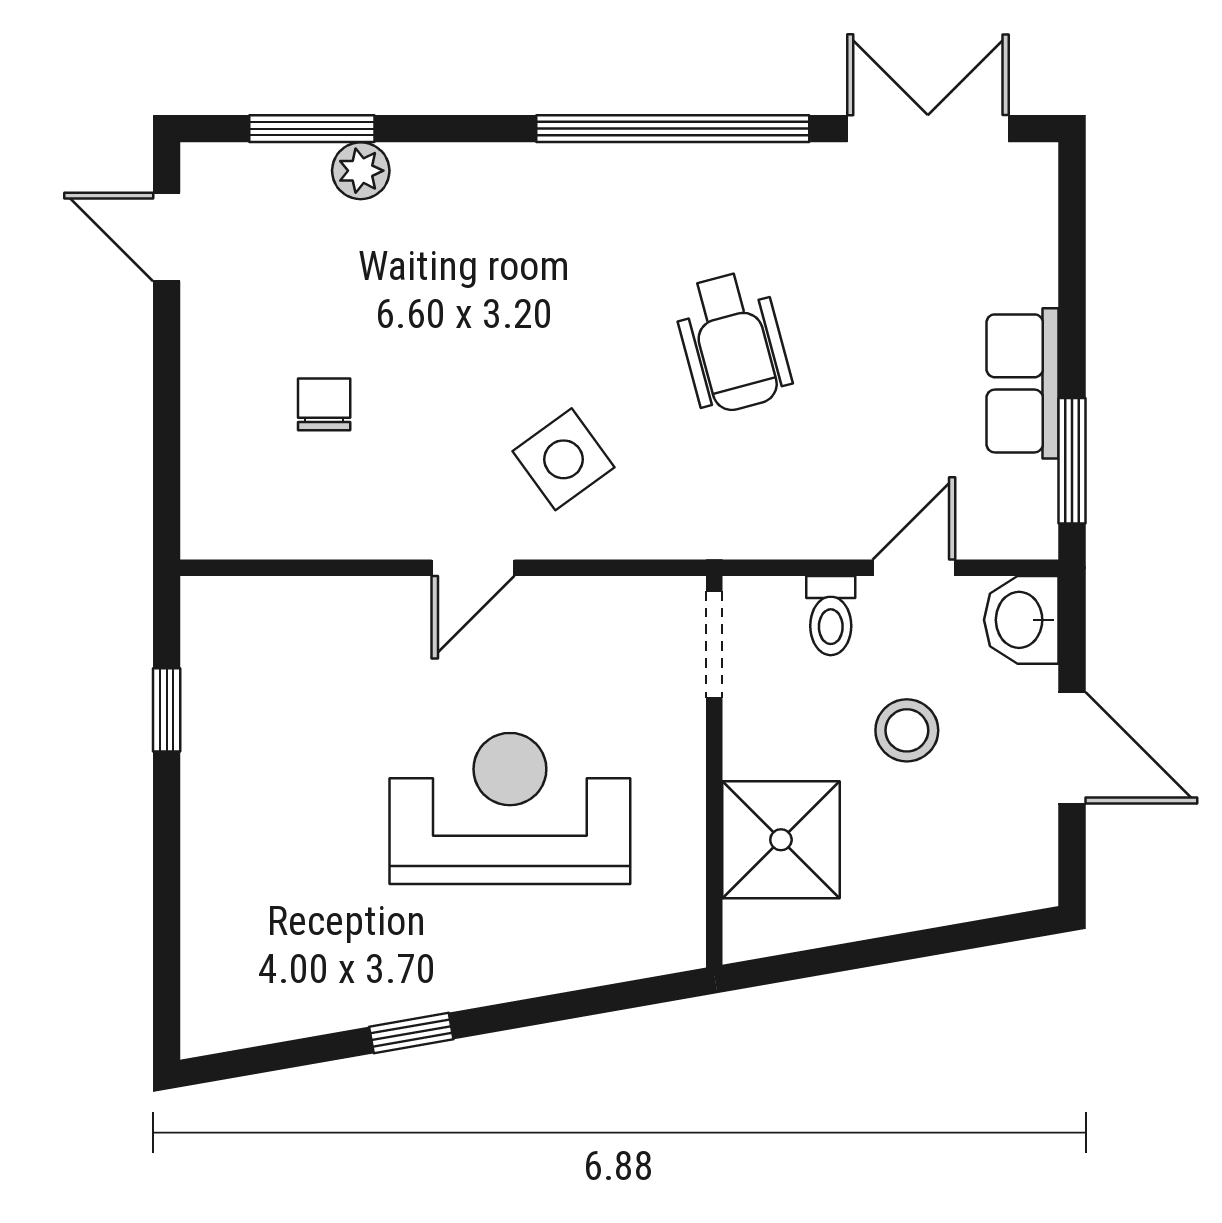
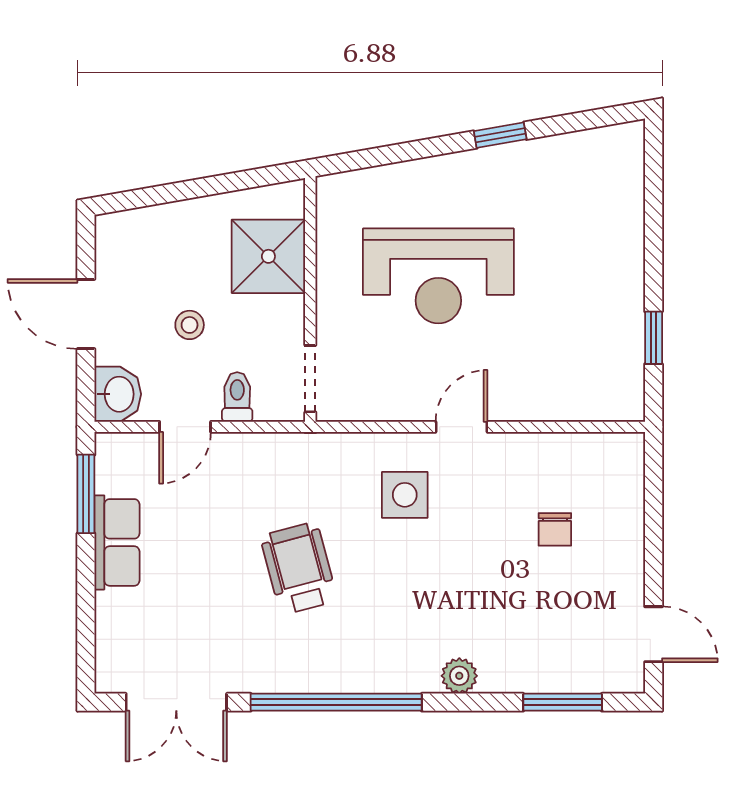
plant: (361, 171) -> (459, 676), moved
side table: (564, 459) -> (405, 495), turned 36
stool: (907, 730) -> (190, 325), width x0.73, depth x0.73

